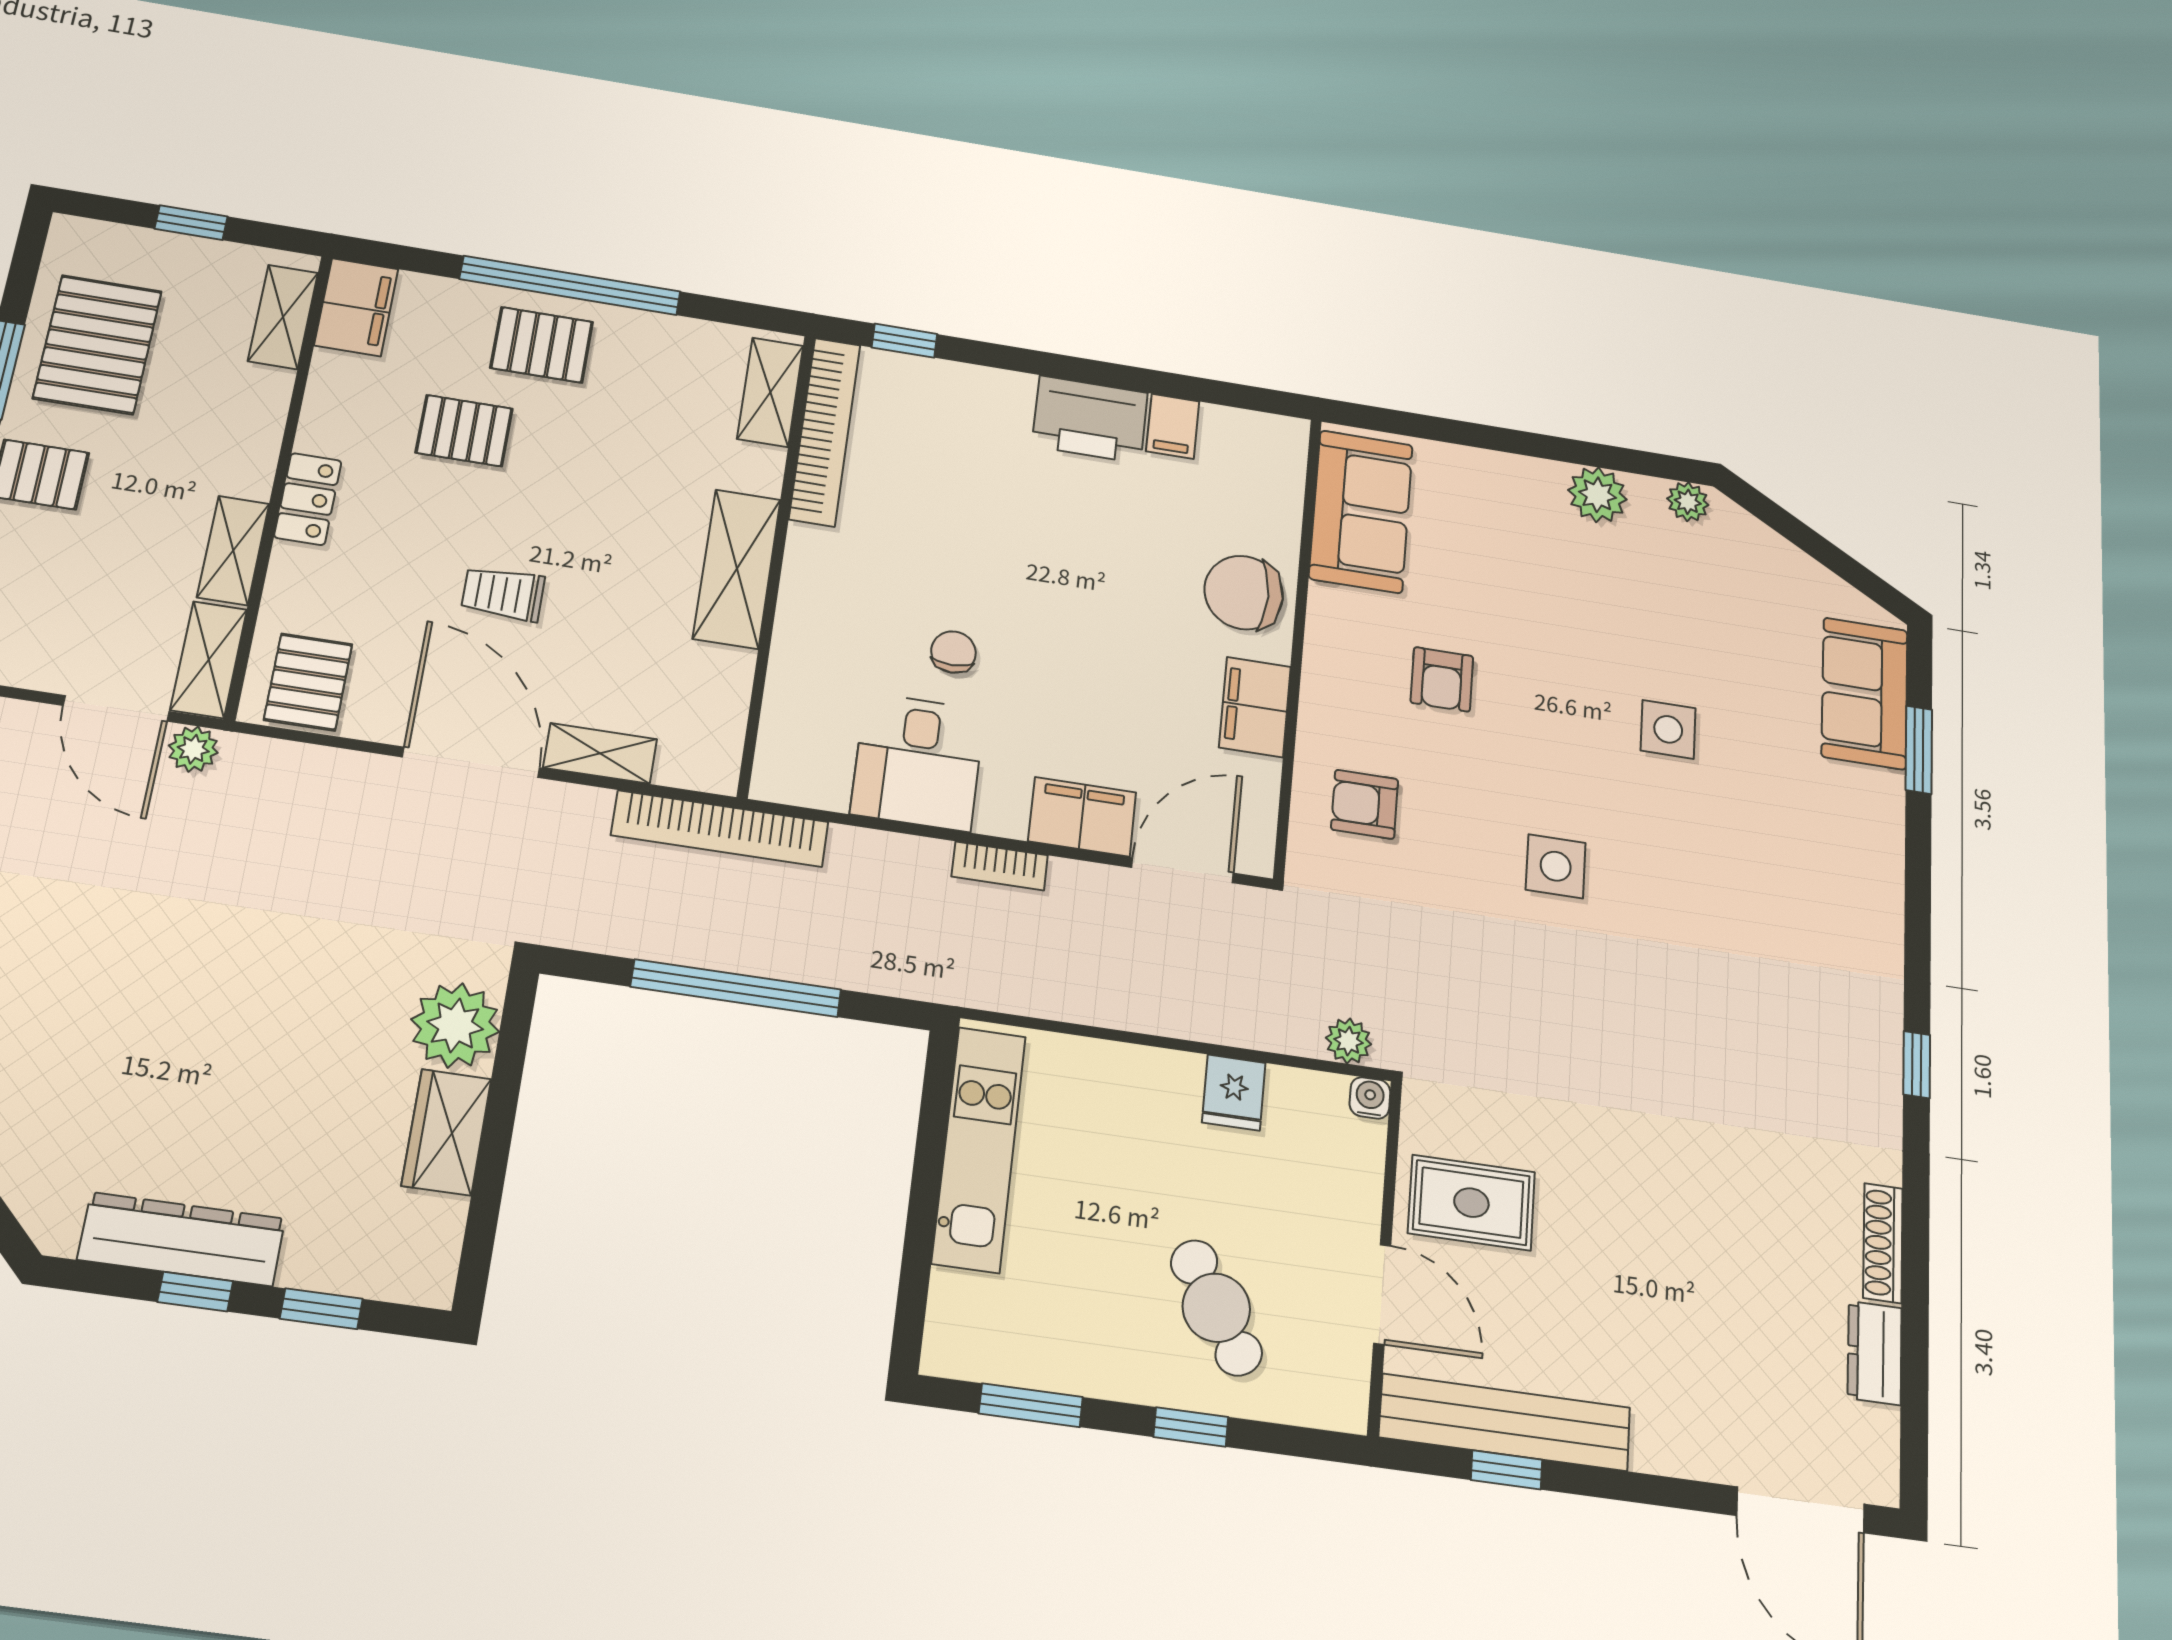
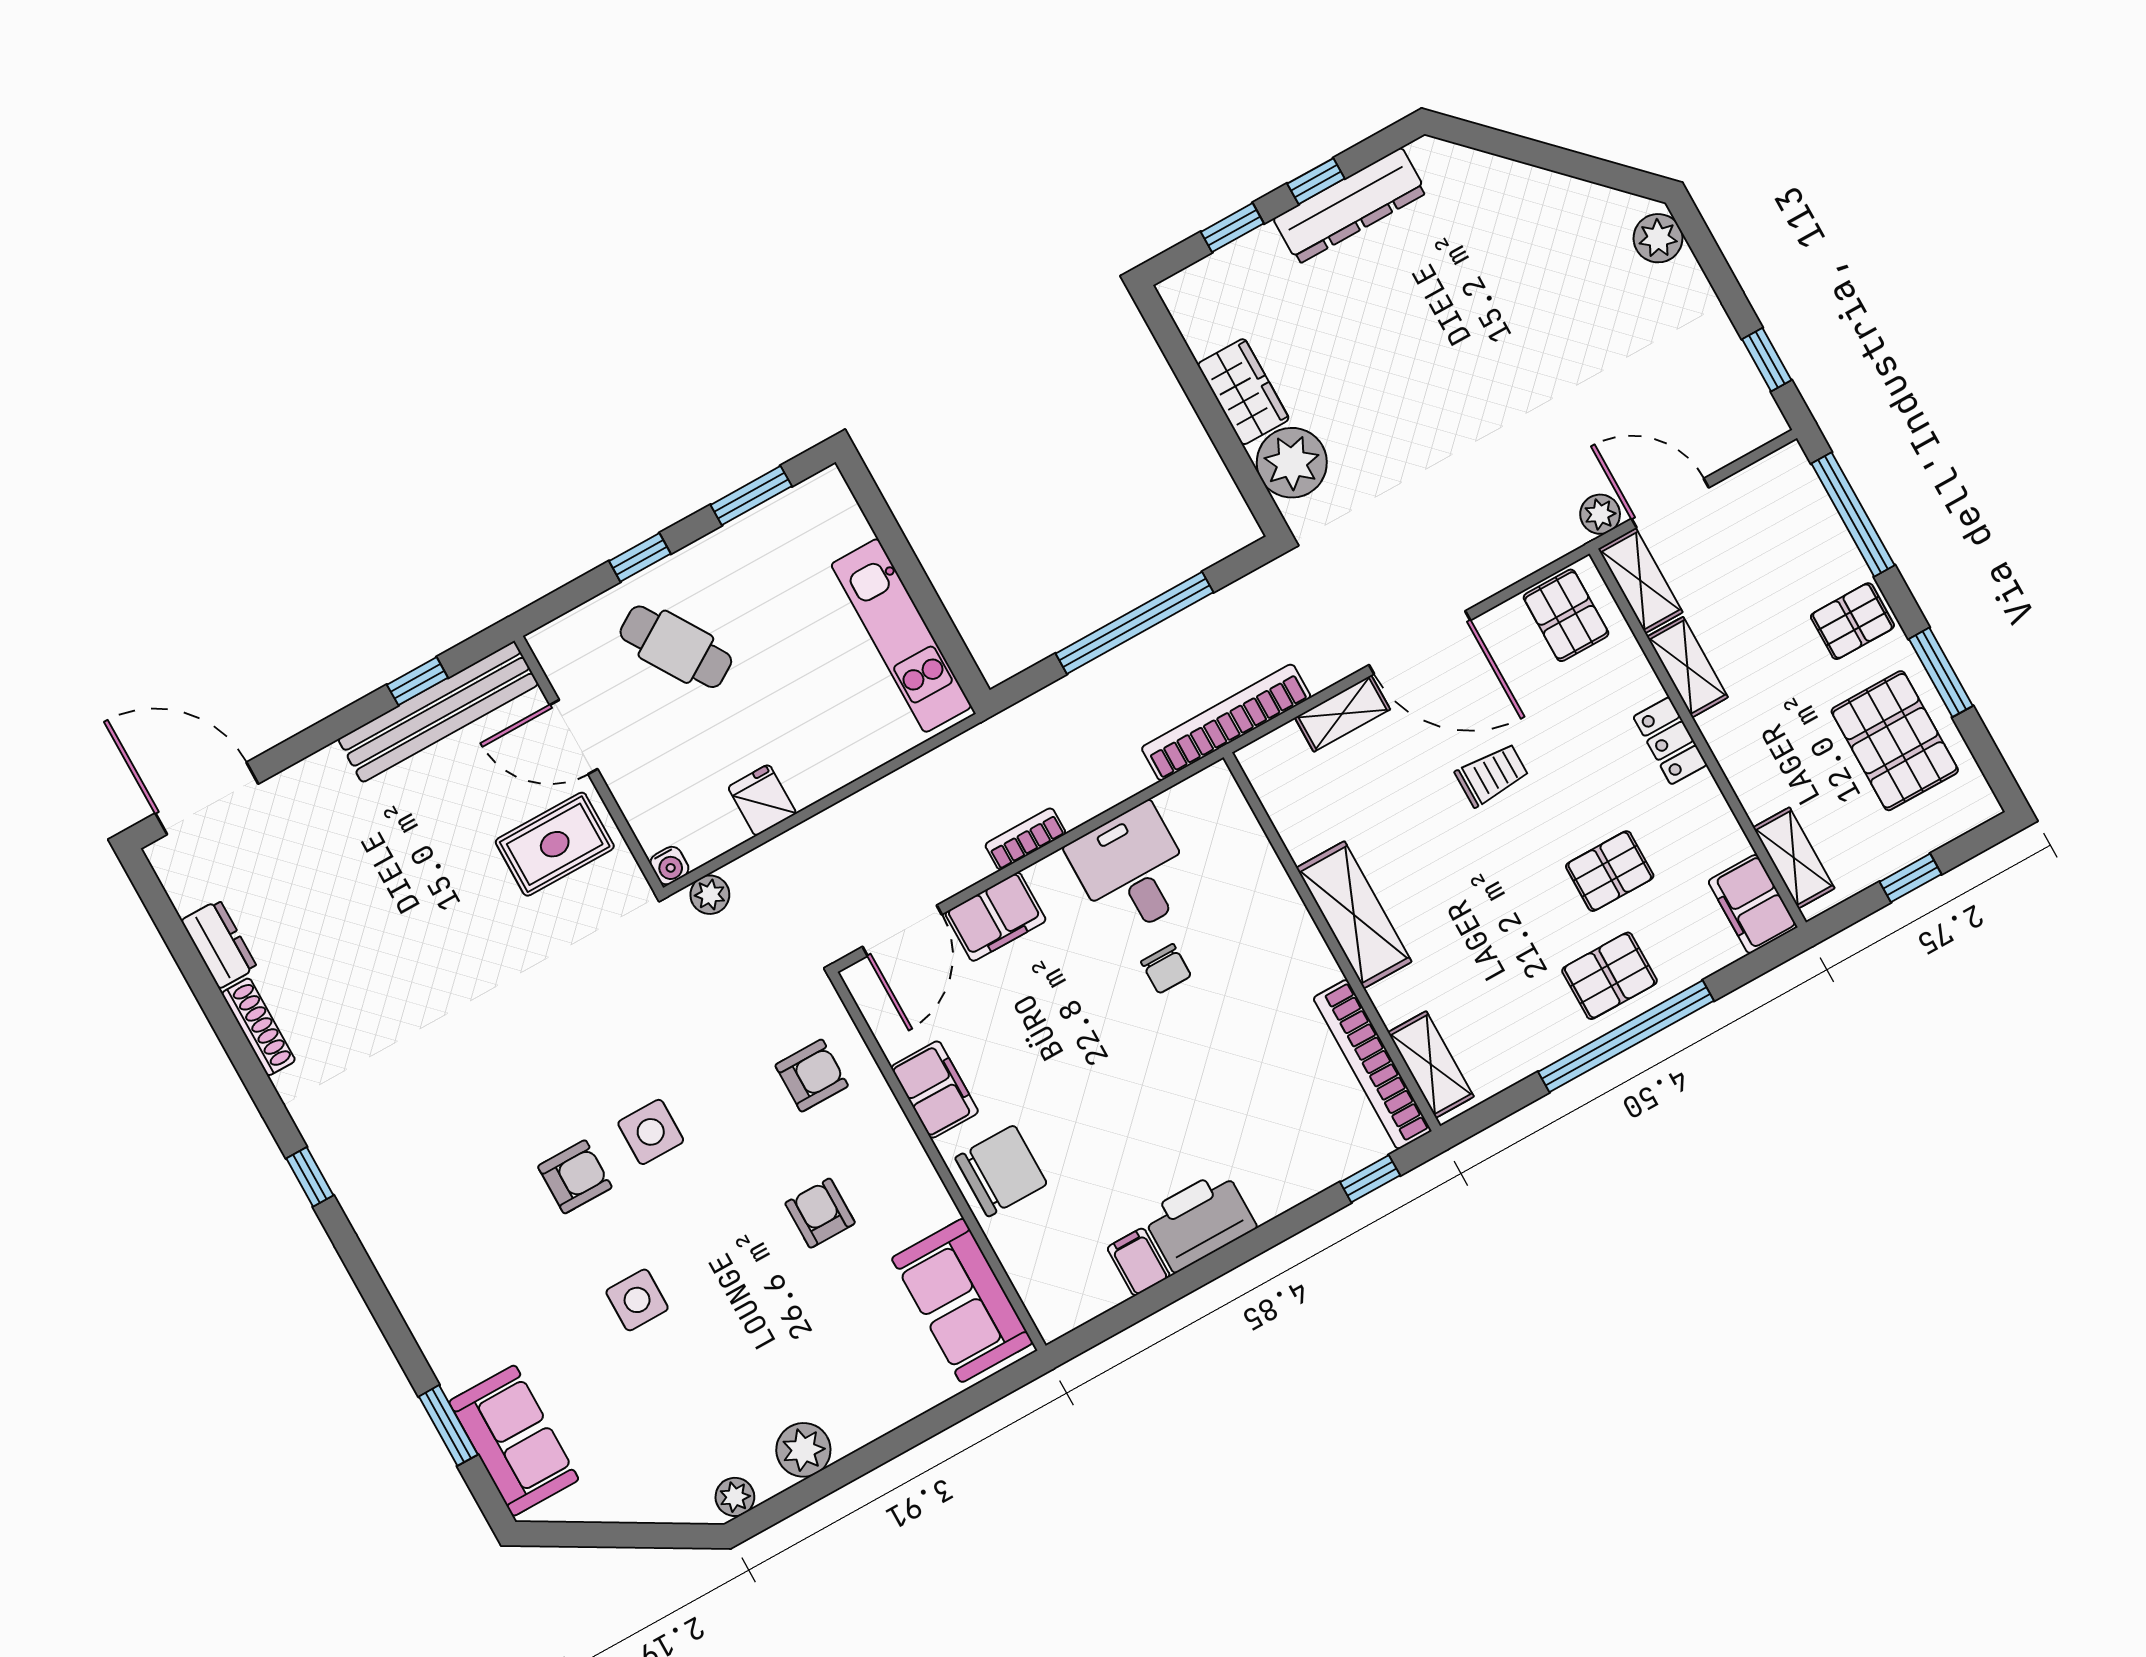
armchair: (1656, 879) -> (575, 1177), added

